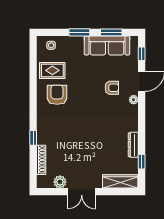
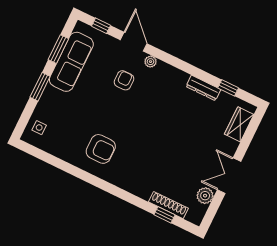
rug: (52, 70) -> (69, 141), removed
armchair: (57, 95) -> (101, 149), turned 180
window: (33, 138) -> (164, 215), moved
wardrobe: (120, 181) -> (239, 124), width x0.67
double door: (82, 192) -> (229, 176), swing flipped

